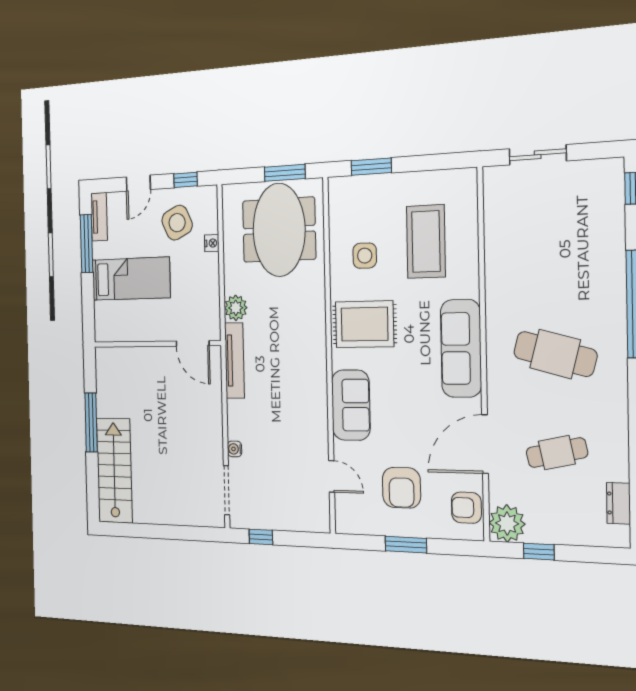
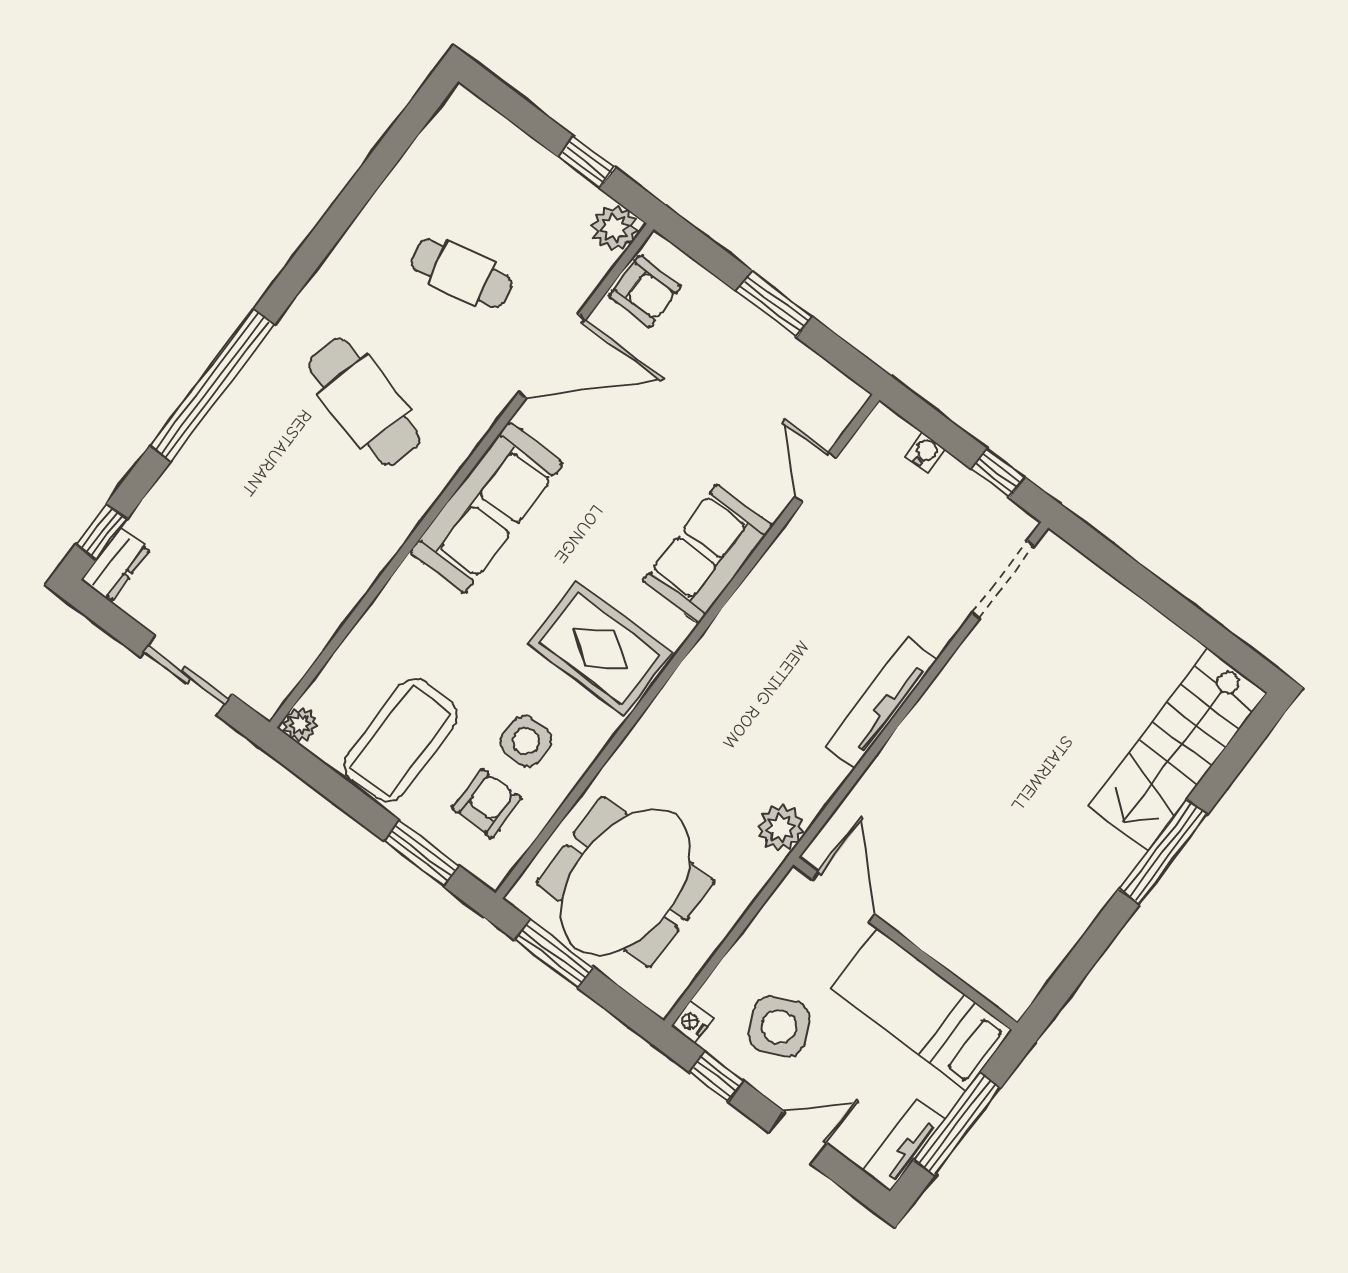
plant: (468, 178) -> (300, 724), added
coffee table: (426, 242) -> (401, 740), moved
nightstand: (212, 243) -> (692, 1023), moved
door: (193, 343) -> (843, 897), moved
wall: (156, 344) -> (905, 944), moved
tv unit: (235, 360) -> (881, 703), moved
water cooler: (235, 449) -> (925, 452), moved, turned -90
armchair: (401, 488) -> (487, 803), moved, width x0.72, depth x0.72
dresser: (618, 503) -> (116, 565), moved
plant: (507, 523) -> (615, 228), width x0.73, depth x0.73

